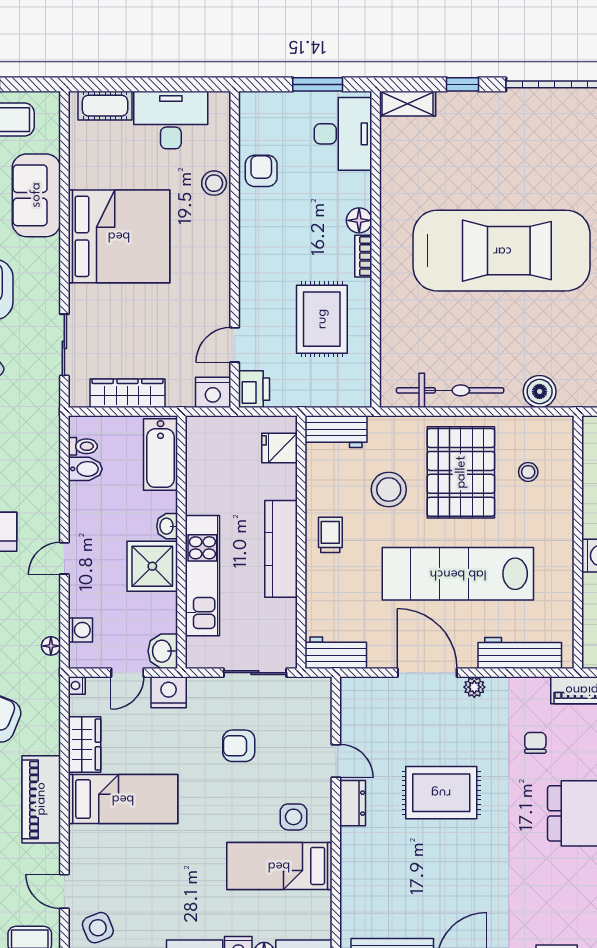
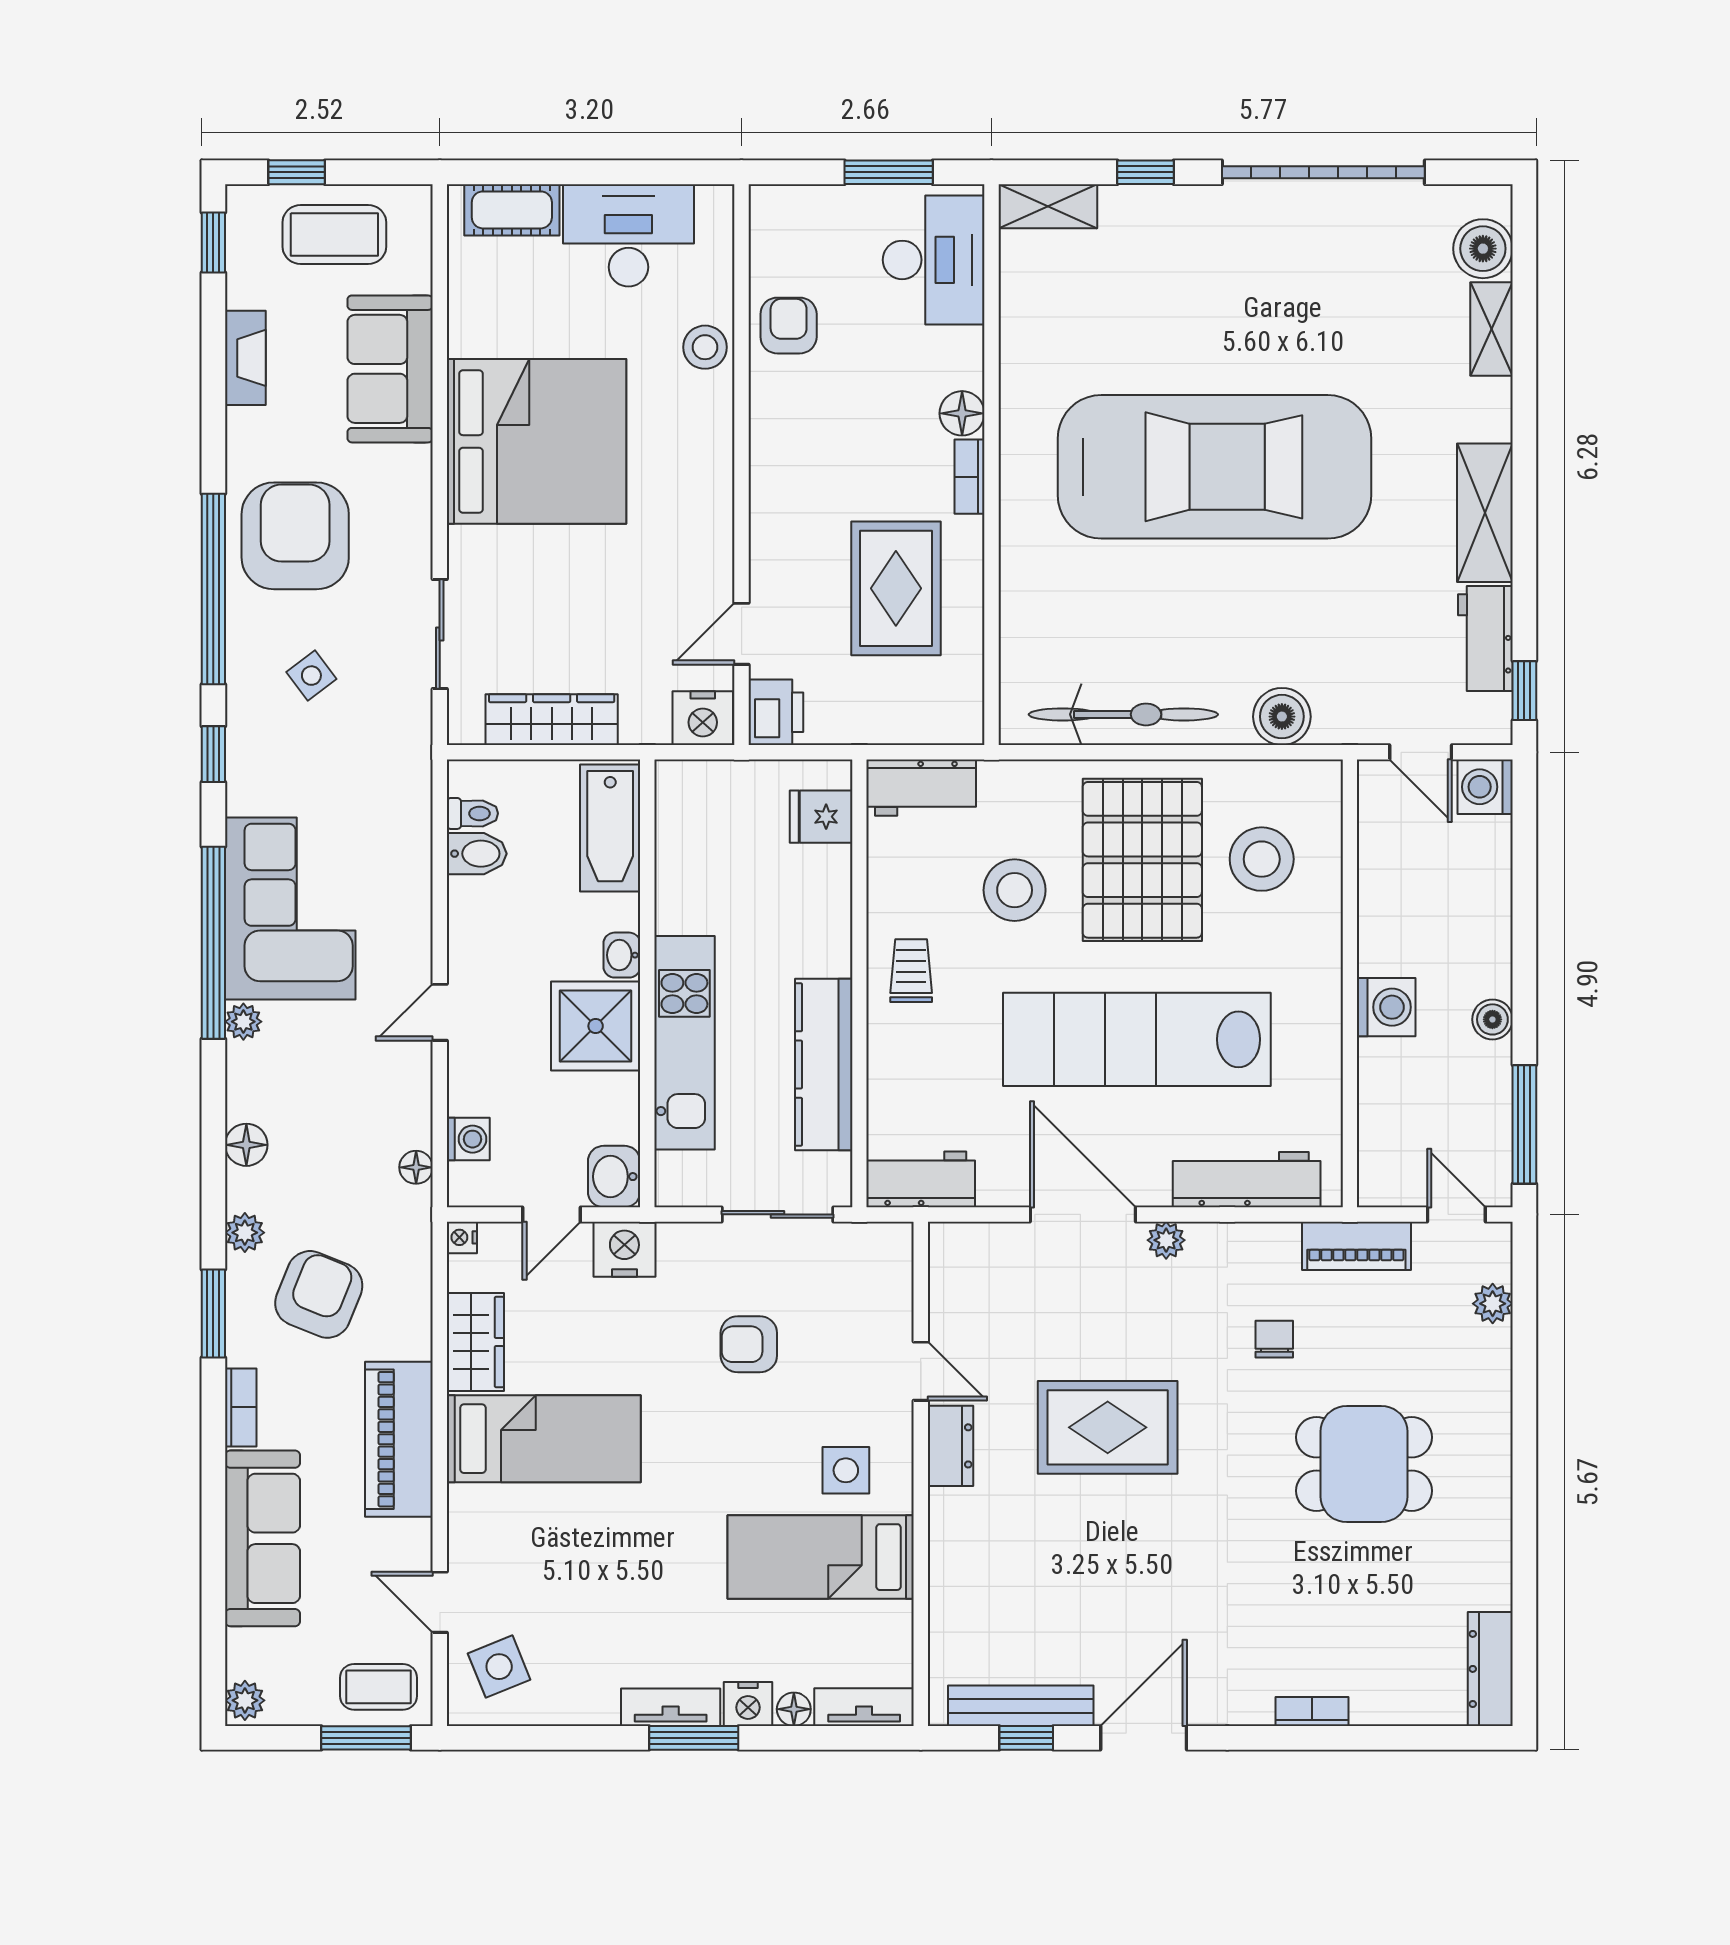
stool: (528, 472) -> (1262, 859), width x1.89, depth x1.89
kitchen counter: (281, 549) -> (824, 1065), moved

